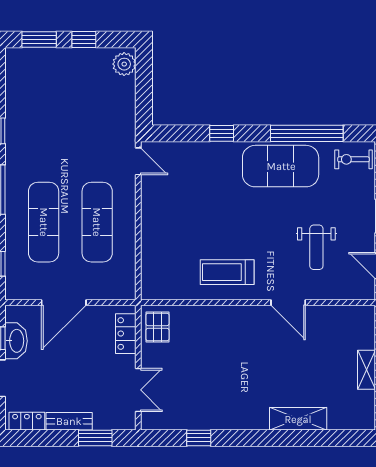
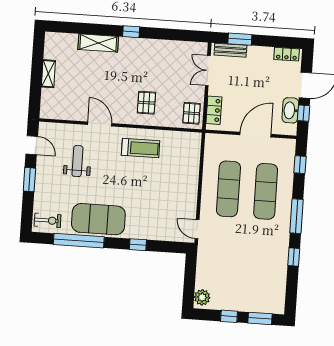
pallet: (223, 338) -> (146, 103), added
bench: (69, 421) -> (230, 50), moved
window: (199, 438) -> (131, 32), moved

